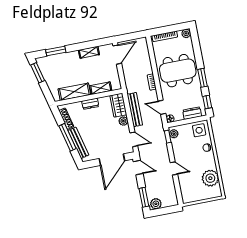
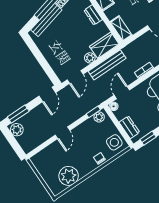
shelving: (101, 88) -> (121, 29), moved
door: (112, 160) -> (44, 63), removed

